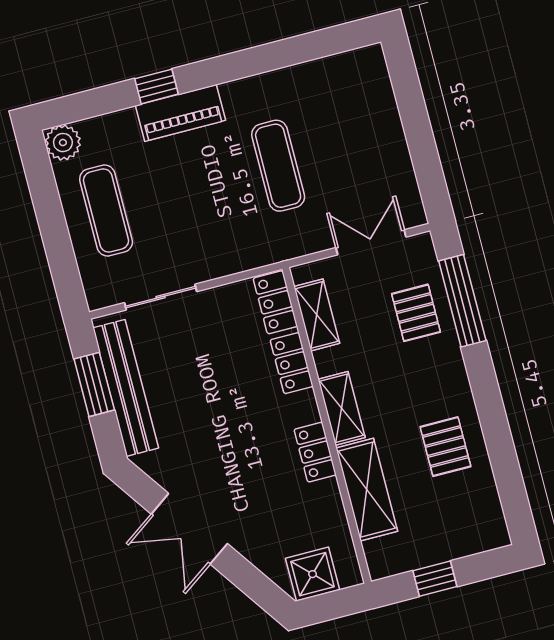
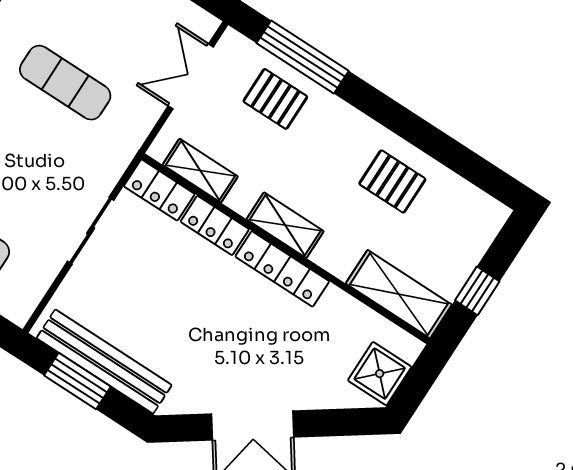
sliding door: (161, 297) -> (91, 231), moved
locker: (315, 452) -> (282, 269), width x1.53
shelving: (367, 490) -> (399, 294), moved

